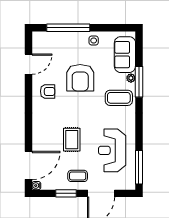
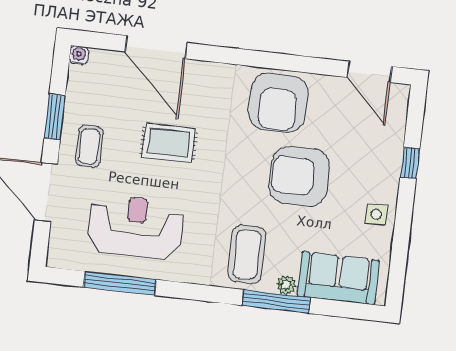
window: (68, 28) -> (410, 163), width x0.32
door: (29, 64) -> (369, 72), moved
armchair: (48, 91) -> (278, 103), width x1.88, depth x1.88
door: (29, 165) -> (156, 47), moved
window: (139, 167) -> (120, 283), moved

